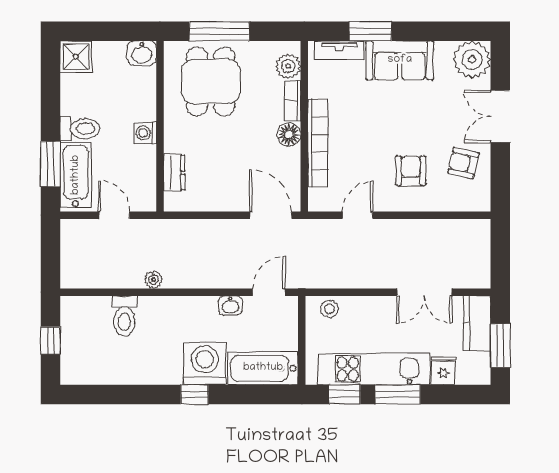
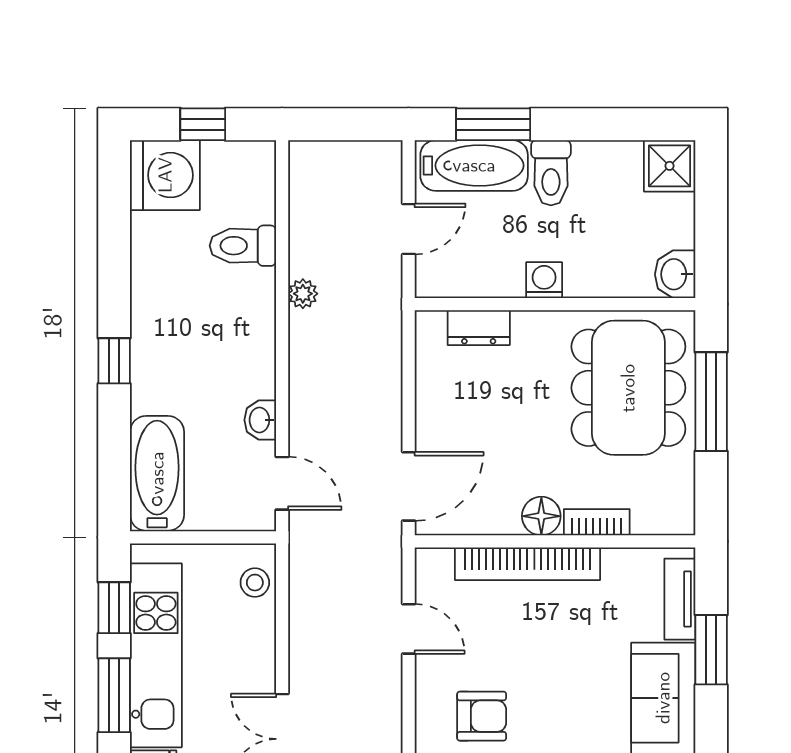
plant: (288, 66) -> (654, 515), removed
dining table: (211, 82) -> (628, 388), width x1.37
washing machine: (205, 364) -> (165, 175), moved

